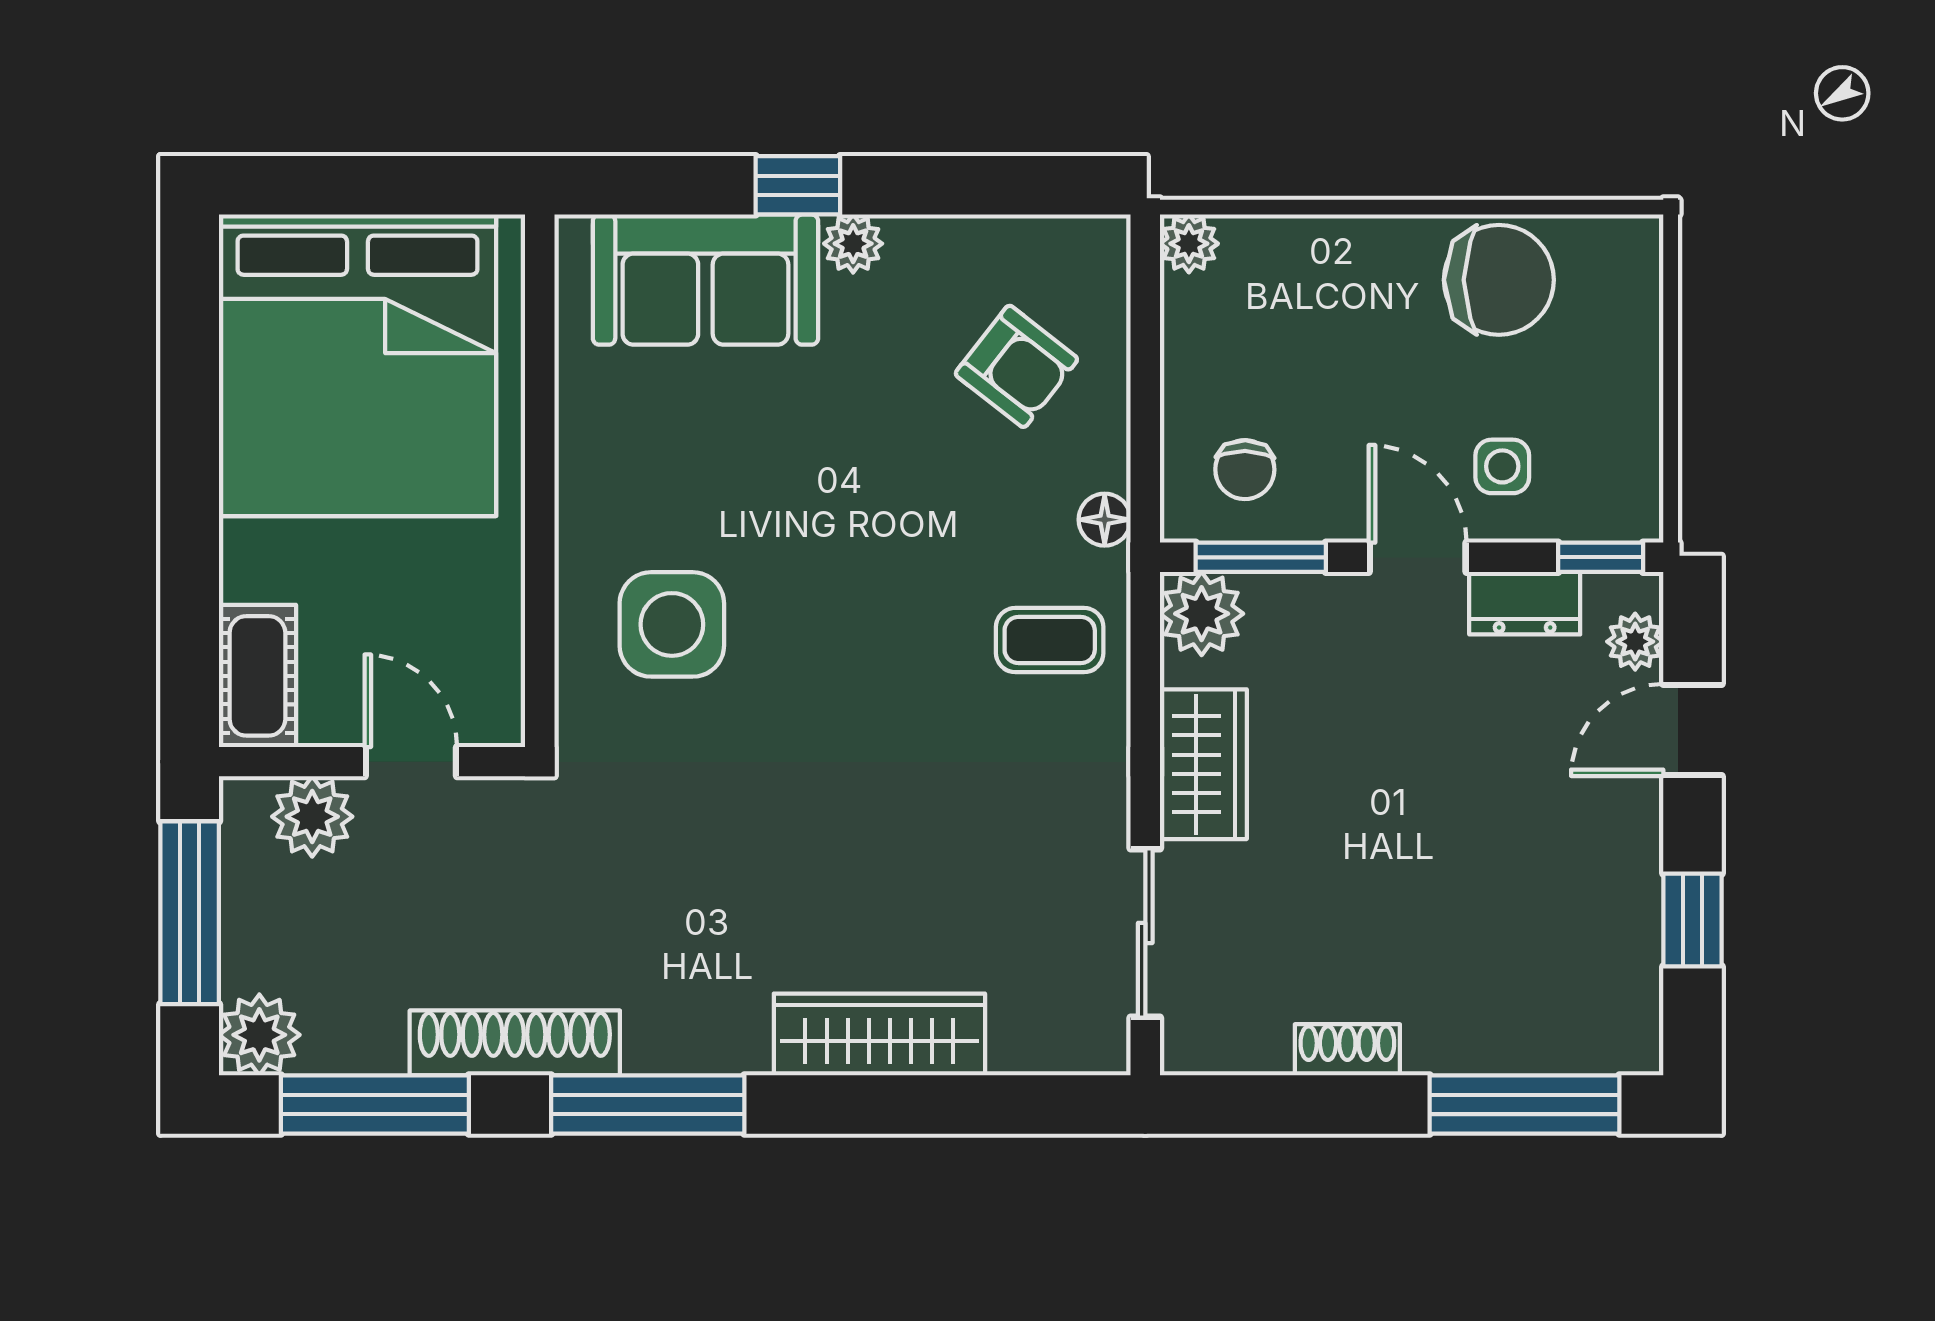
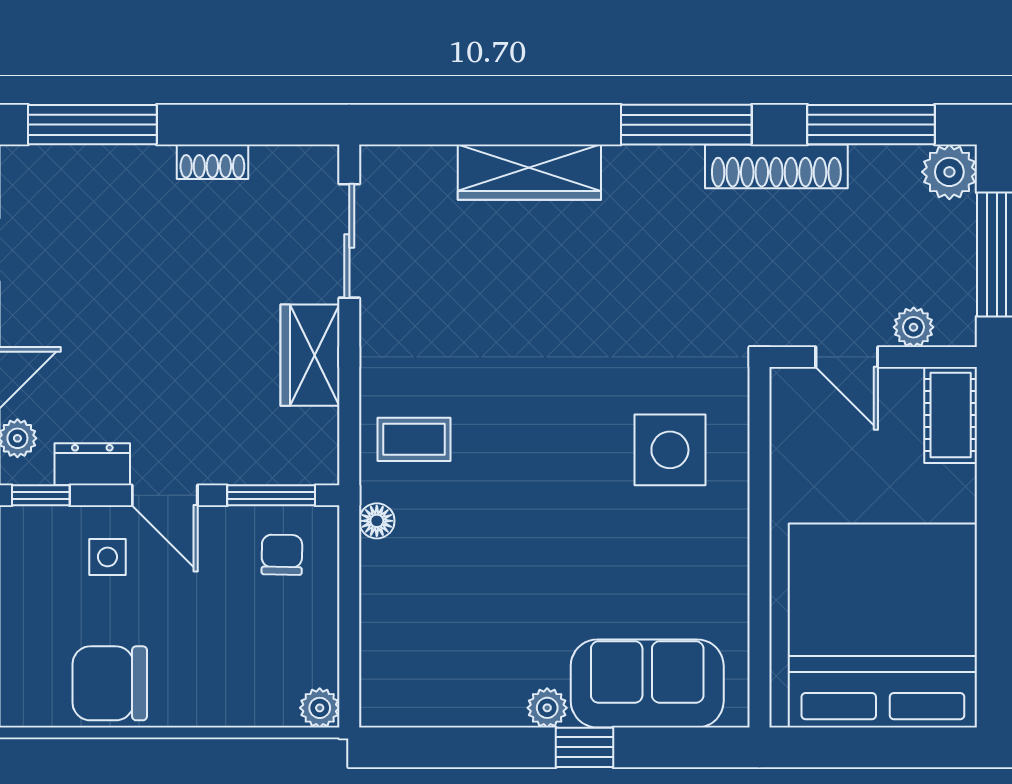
armchair: (1016, 366) -> (437, 625), removed
plant: (1202, 614) -> (311, 457), removed
plant: (312, 817) -> (914, 327), width x0.73, depth x0.73

